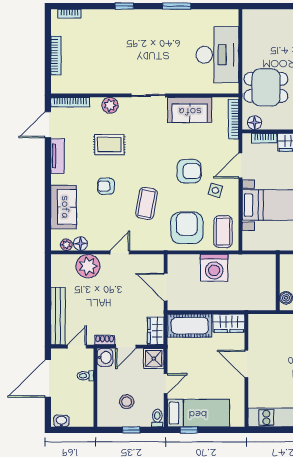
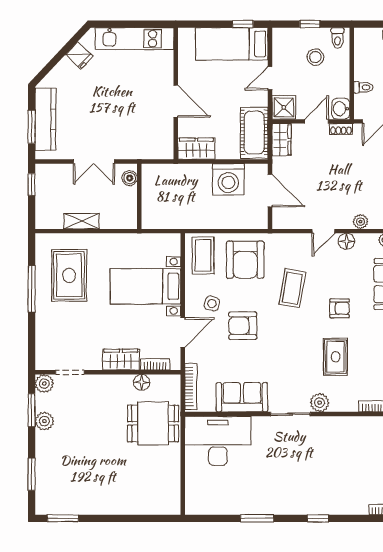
desk: (217, 55) -> (218, 441), moved, turned 90
plant: (110, 105) -> (320, 403), moved
floor lamp: (255, 123) -> (142, 382), moved
rug: (109, 145) -> (336, 357), turned 90
floor lamp: (80, 244) -> (346, 241), moved
plant: (88, 266) -> (361, 222), width x0.53, depth x0.53
washing machine: (214, 268) -> (228, 179), moved, turned 180
cot: (190, 326) -> (254, 133), moved, turned 90
toilet: (157, 418) -> (338, 38), moved

